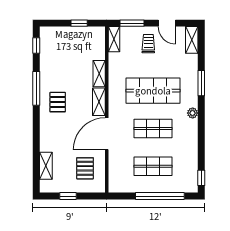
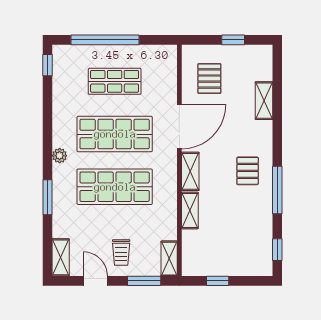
shop shelf: (153, 128) -> (115, 134), width x1.43, depth x1.36
shelving: (46, 166) -> (264, 101), moved

